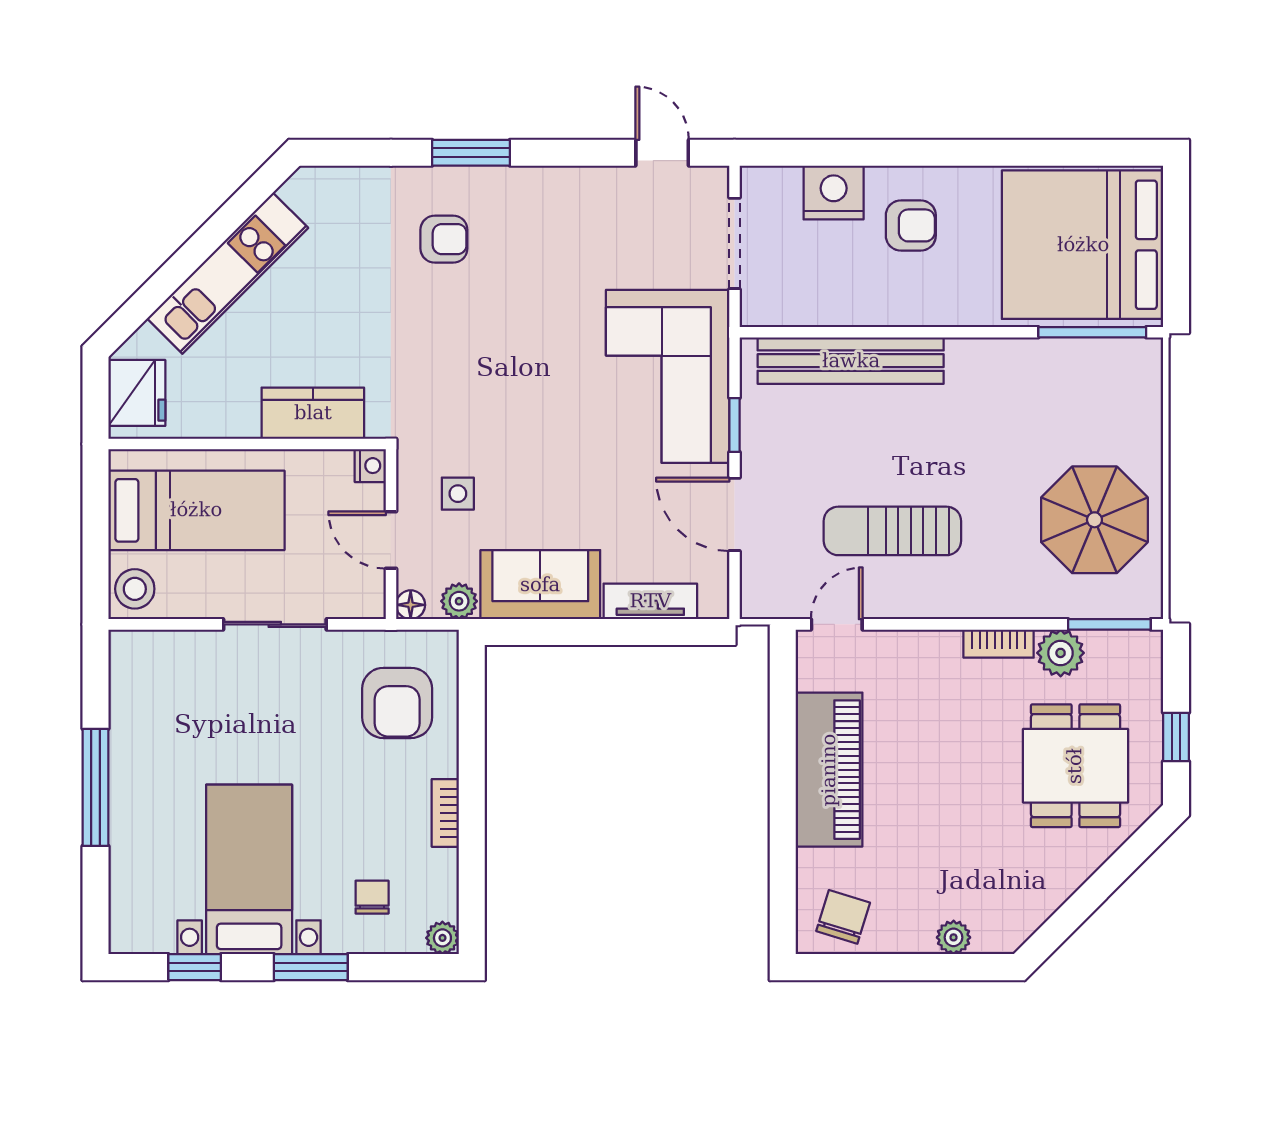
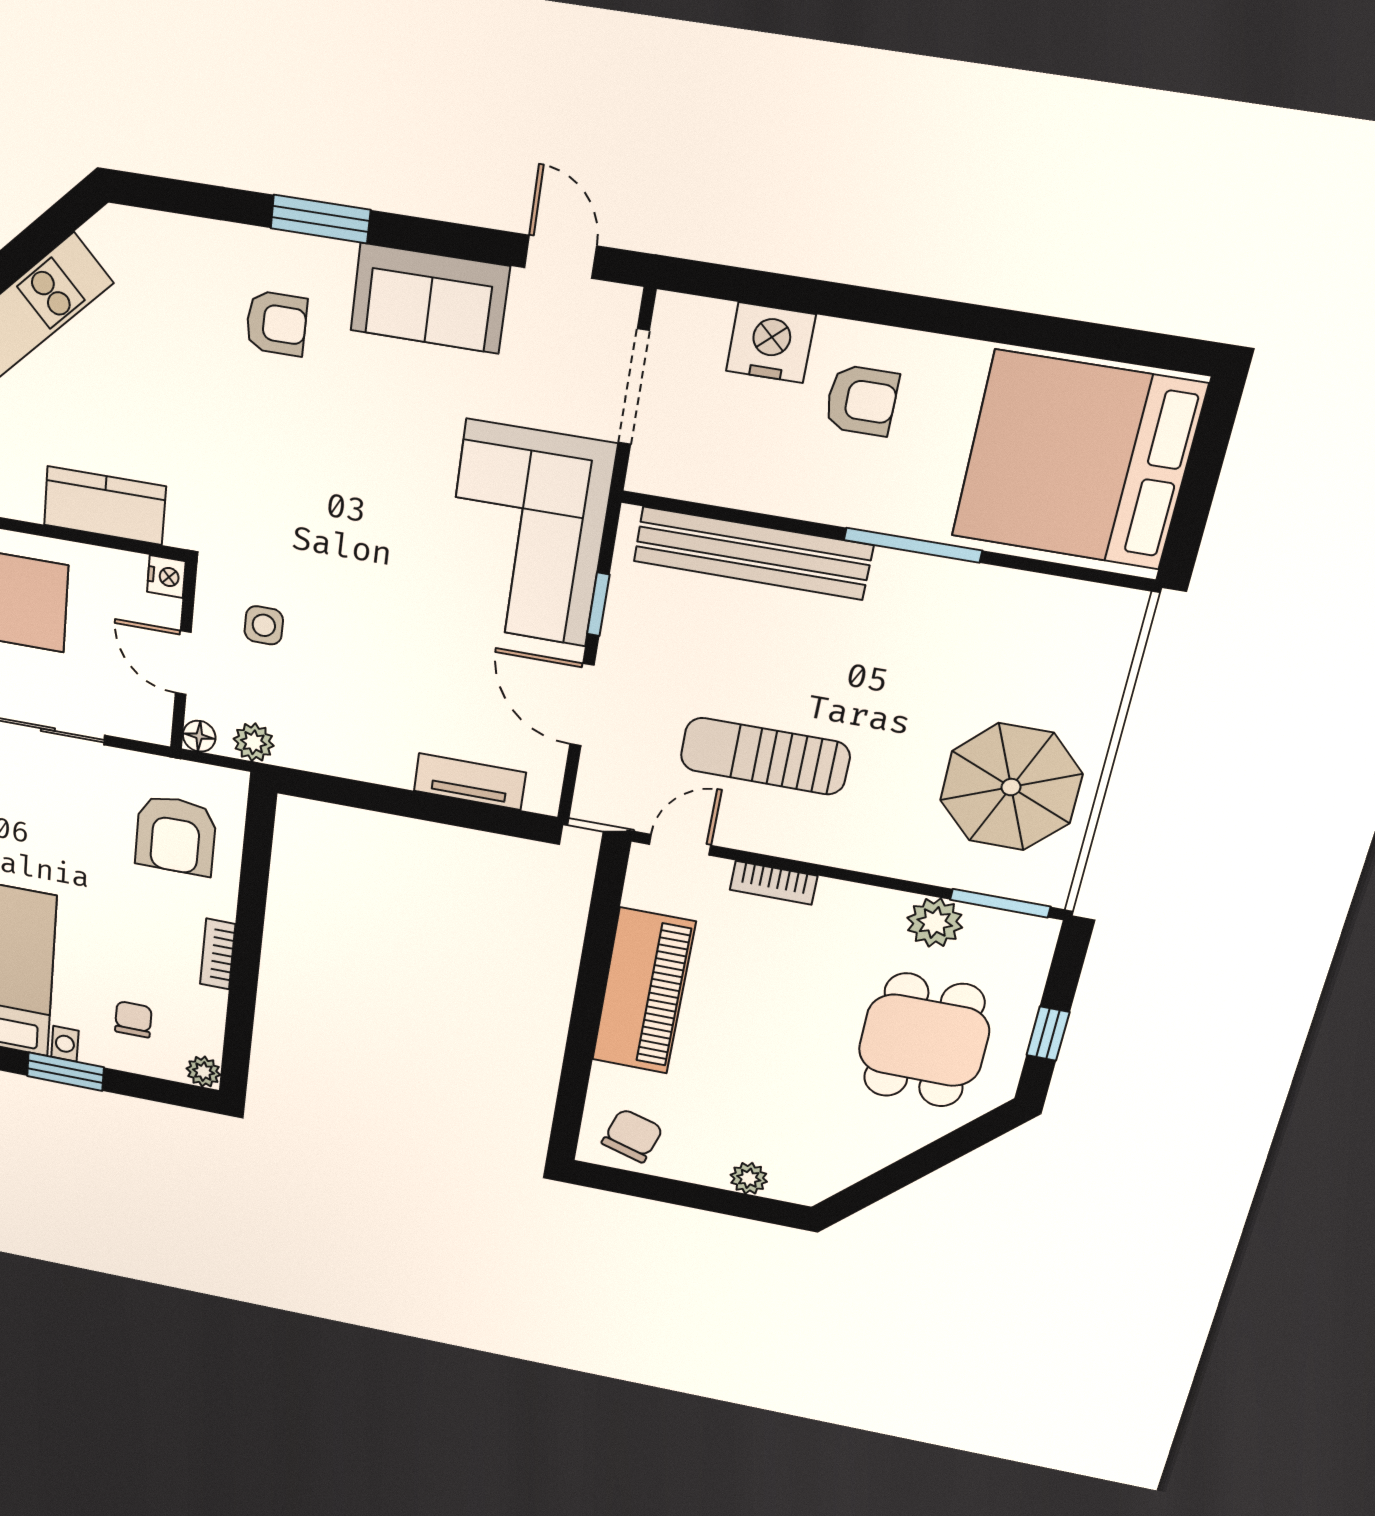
window: (1092, 332) -> (913, 545), moved
sofa: (540, 585) -> (430, 298), moved, turned 180
bookcase: (999, 644) -> (774, 883), moved

